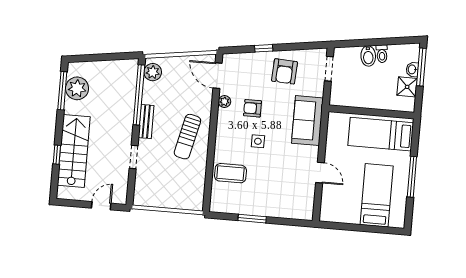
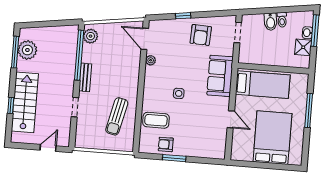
armchair: (252, 108) -> (166, 144), moved
bed: (381, 134) -> (263, 85), moved, turned 180
sun lounger: (187, 137) -> (117, 116), moved
window: (412, 177) -> (309, 110), moved
bed: (377, 195) -> (272, 138), width x1.50

